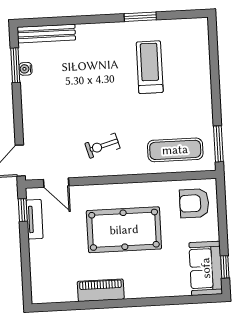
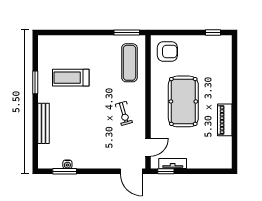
bench: (46, 34) -> (43, 123), moved
armchair: (194, 203) -> (167, 51), turned -90
sofa: (206, 268) -> (213, 46), removed

